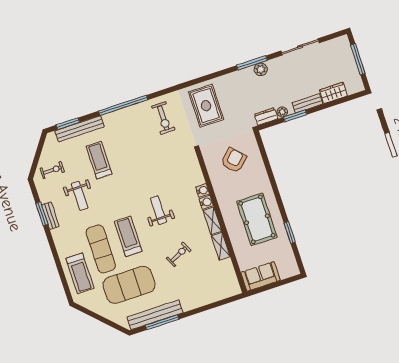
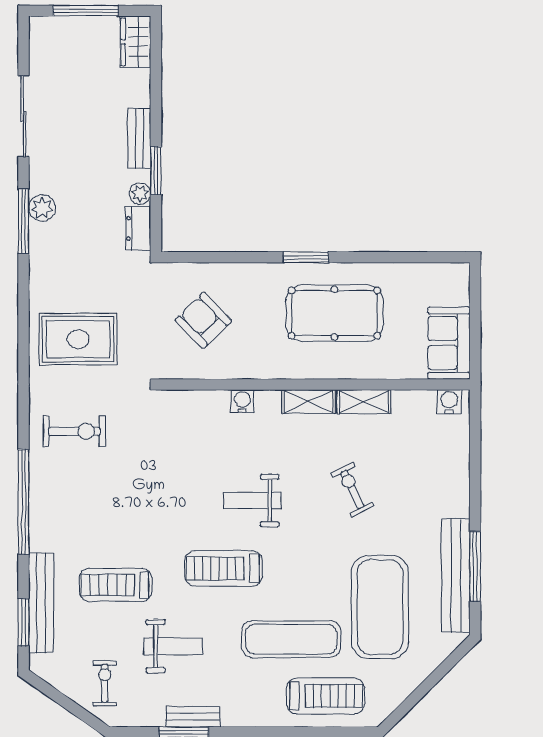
wardrobe: (333, 93) -> (136, 42), moved
water cooler: (206, 202) -> (449, 402), moved
window: (290, 233) -> (306, 257), moved
treadmill: (128, 236) -> (223, 568), moved

